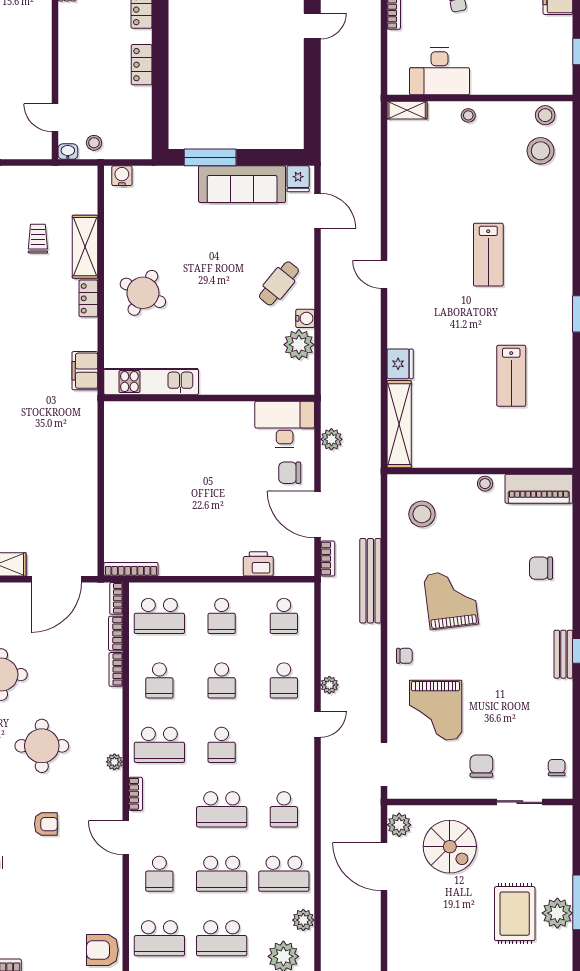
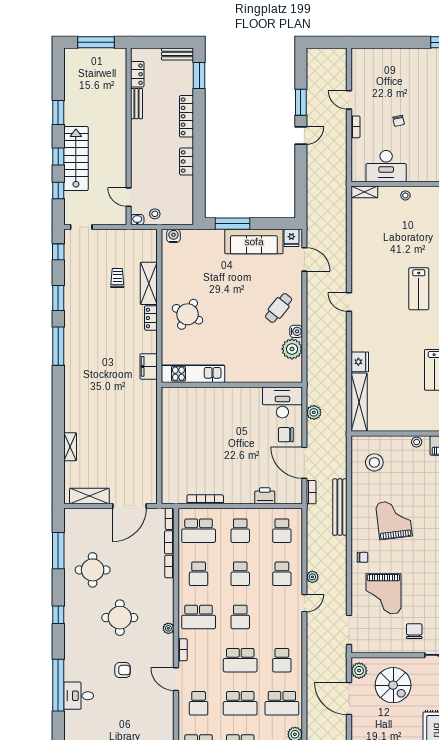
bookcase: (131, 569) -> (205, 499), moved

